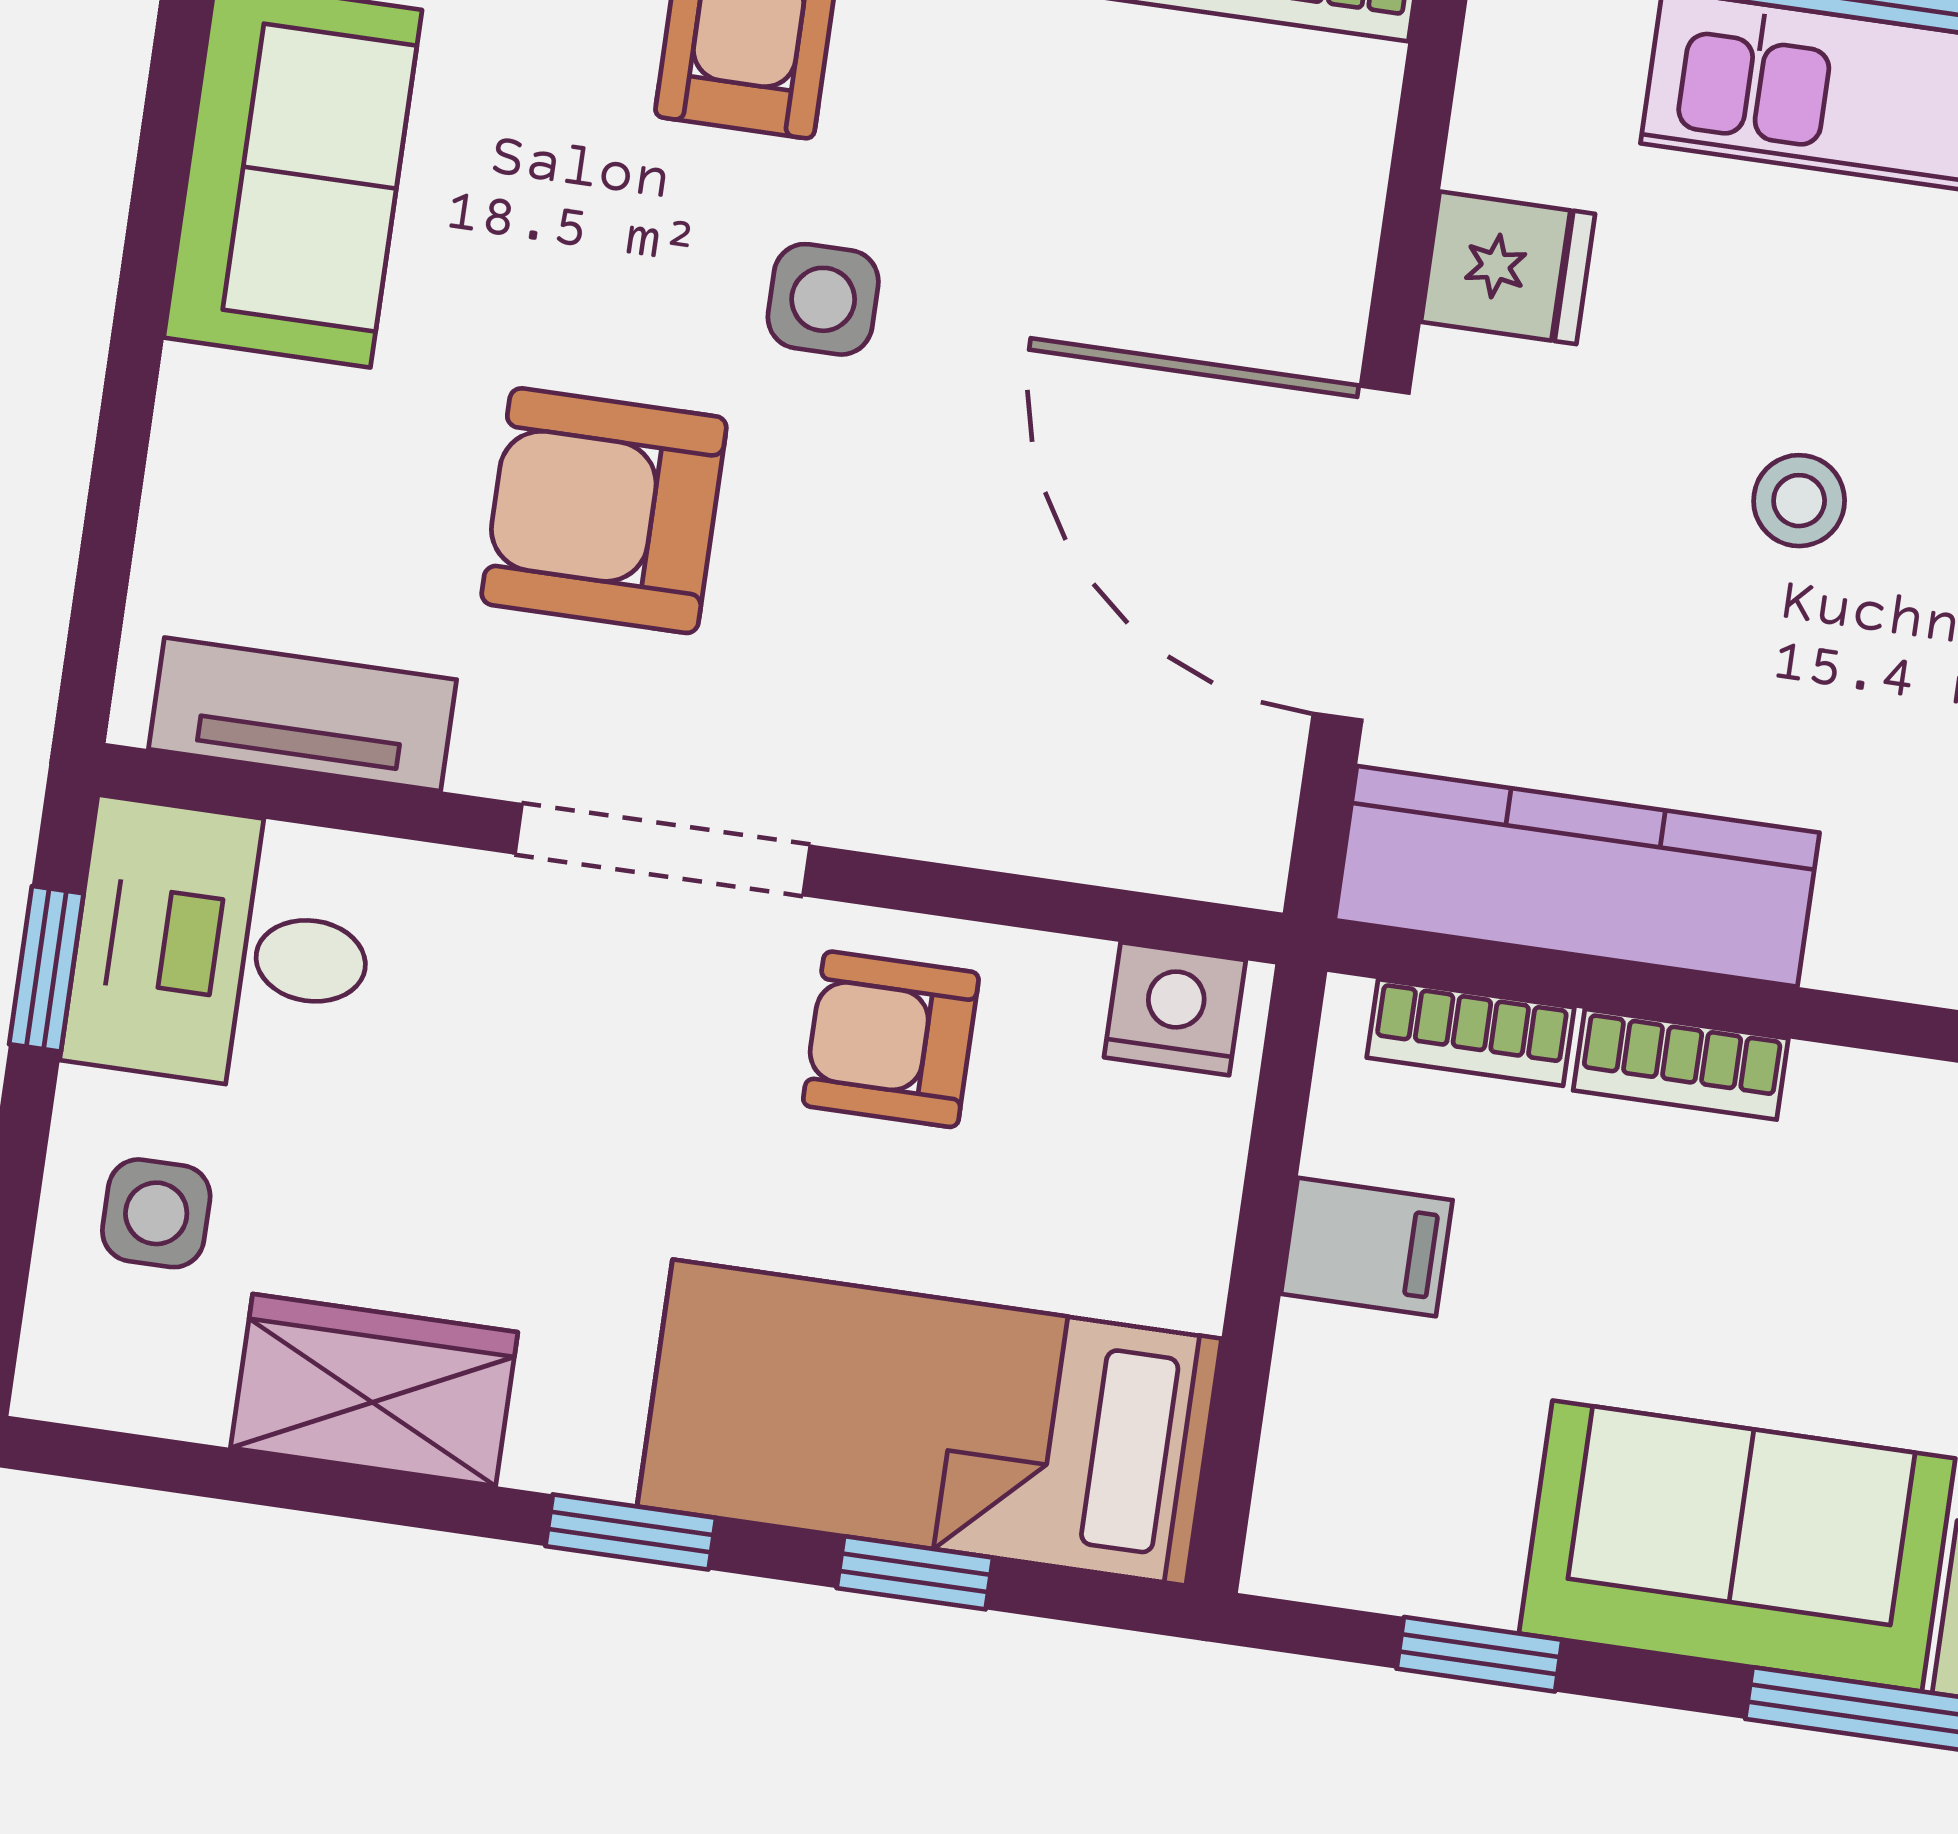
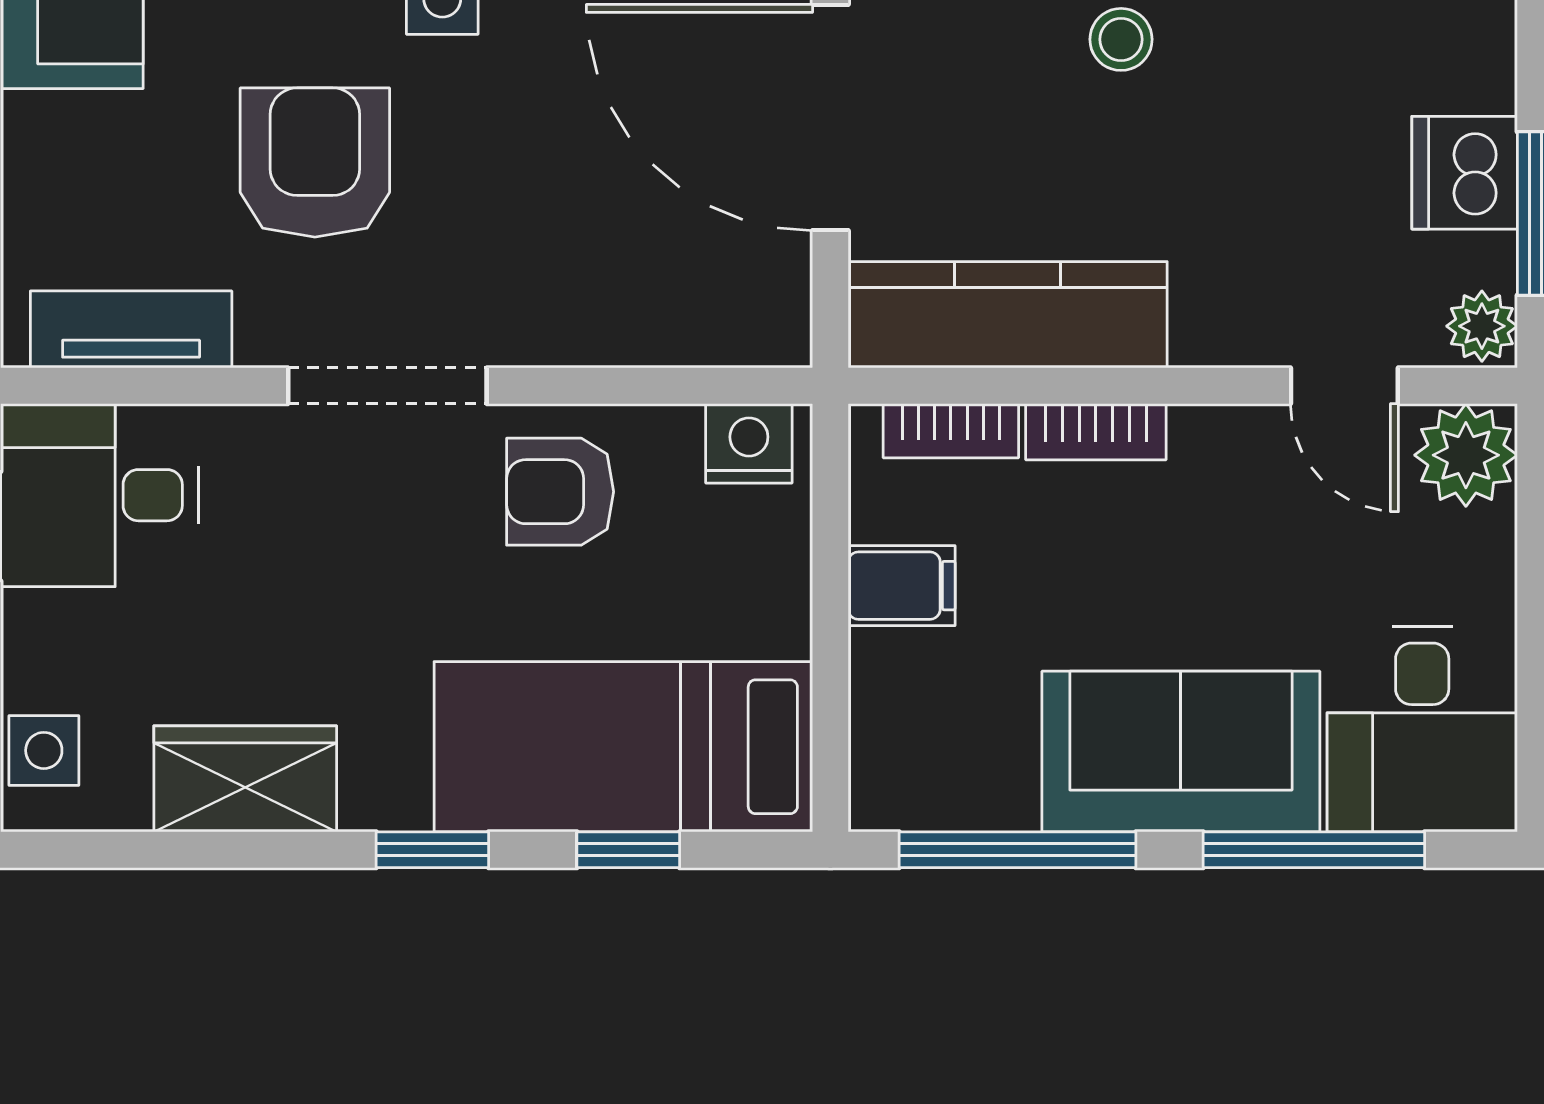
armchair: (604, 511) -> (315, 163), turned 90
side table: (156, 1213) -> (44, 750), moved
window: (1479, 1654) -> (1017, 850), width x2.17

